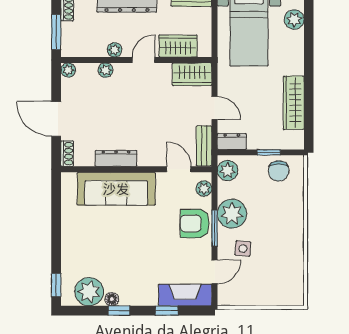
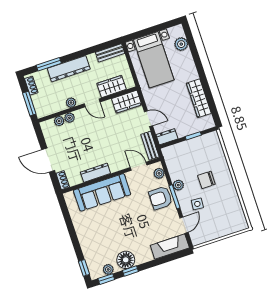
door: (144, 60) -> (92, 103), swing flipped
plant: (68, 70) -> (59, 121), moved
plant: (227, 170) -> (170, 157), removed
chair: (279, 171) -> (206, 180), moved, turned 90
plant: (232, 214) -> (178, 185), width x0.53, depth x0.53
plant: (89, 292) -> (108, 269), width x0.53, depth x0.53
floor lamp: (112, 299) -> (126, 260), width x1.89, depth x1.89
window: (167, 311) -> (106, 279), moved

